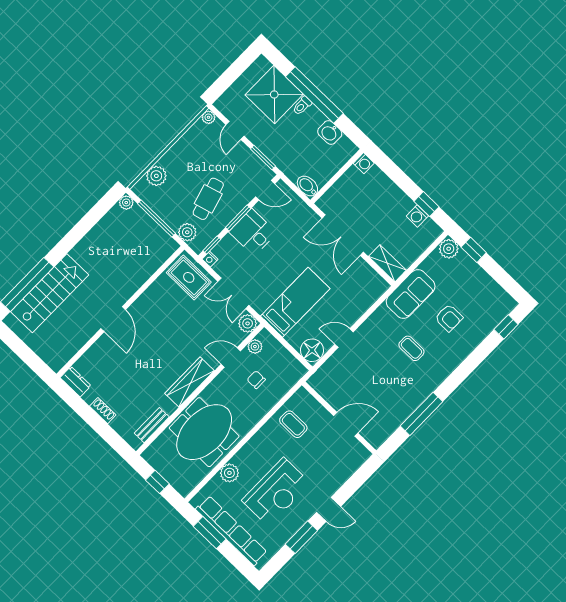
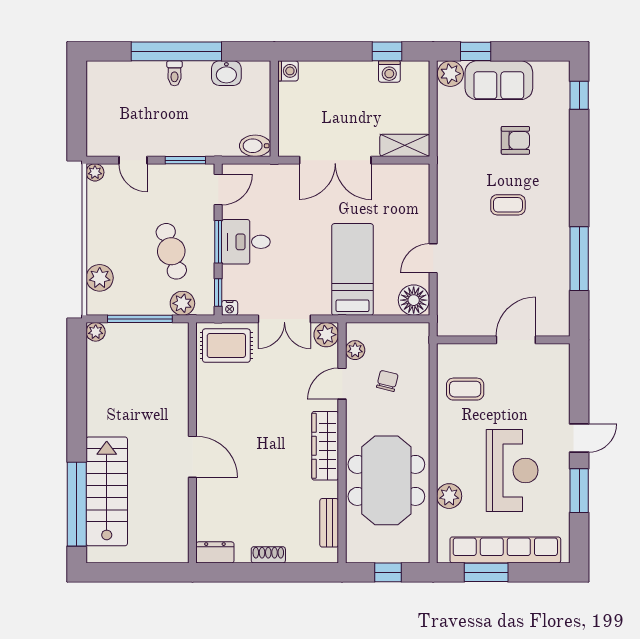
shower: (274, 95) -> (137, 89), removed
sofa: (411, 294) -> (499, 80), moved, turned 90
chair: (256, 380) -> (387, 381), turned 104

